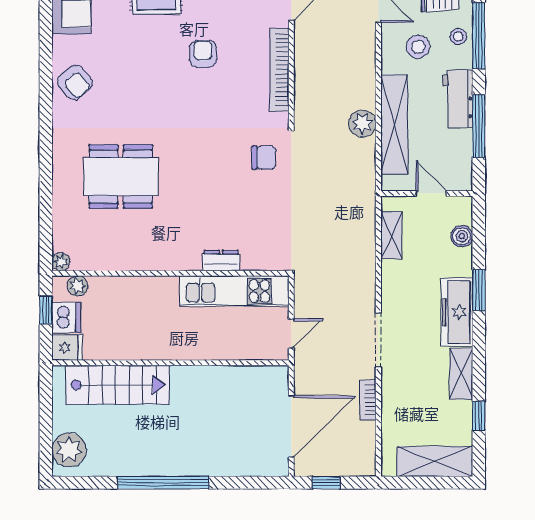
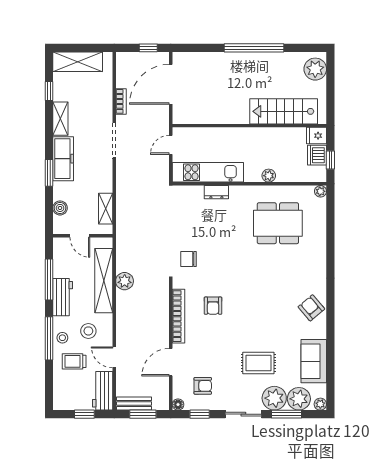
armchair: (203, 54) -> (213, 306), moved
dining table: (121, 177) -> (278, 223), moved
plant: (78, 286) -> (269, 176), moved

